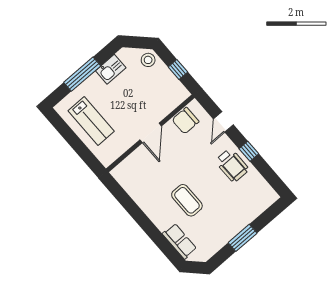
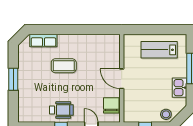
wheelchair: (232, 165) -> (61, 110), turned 180

